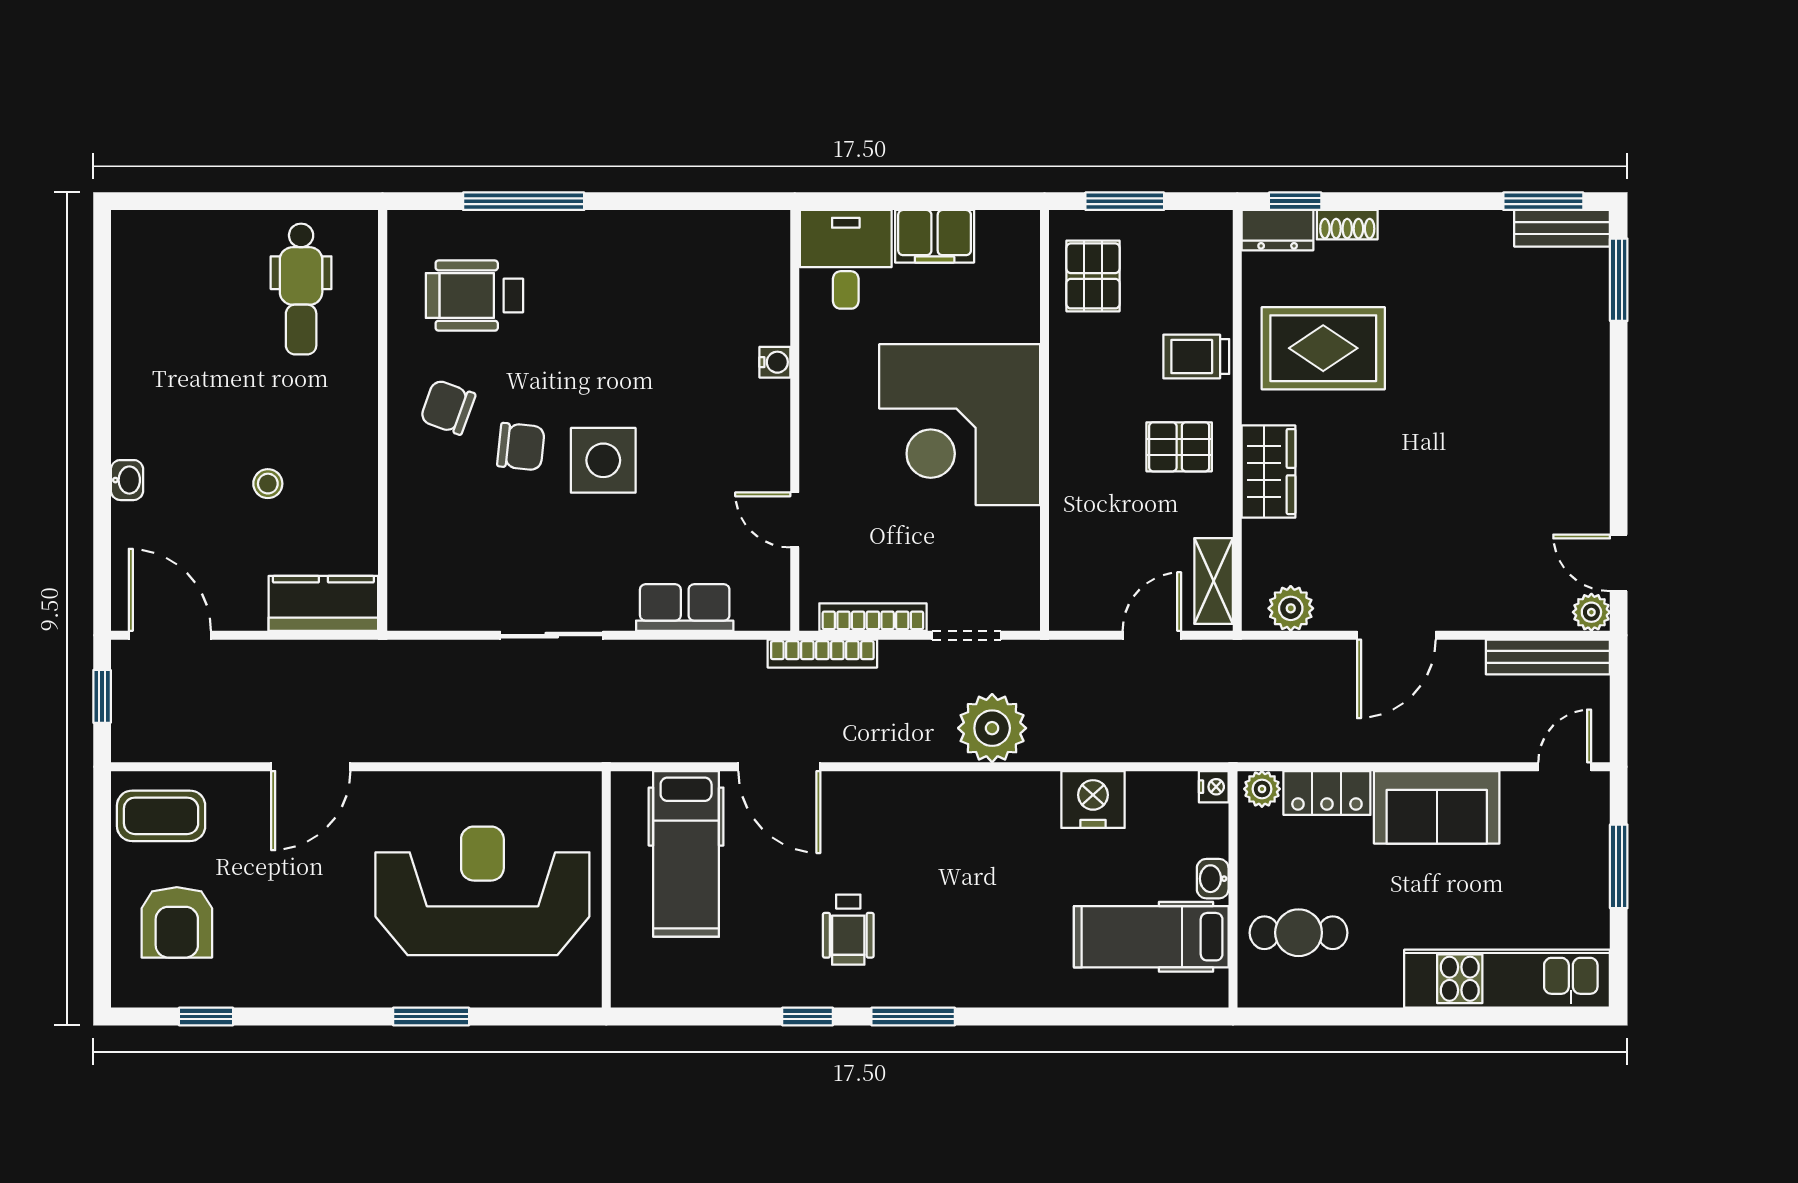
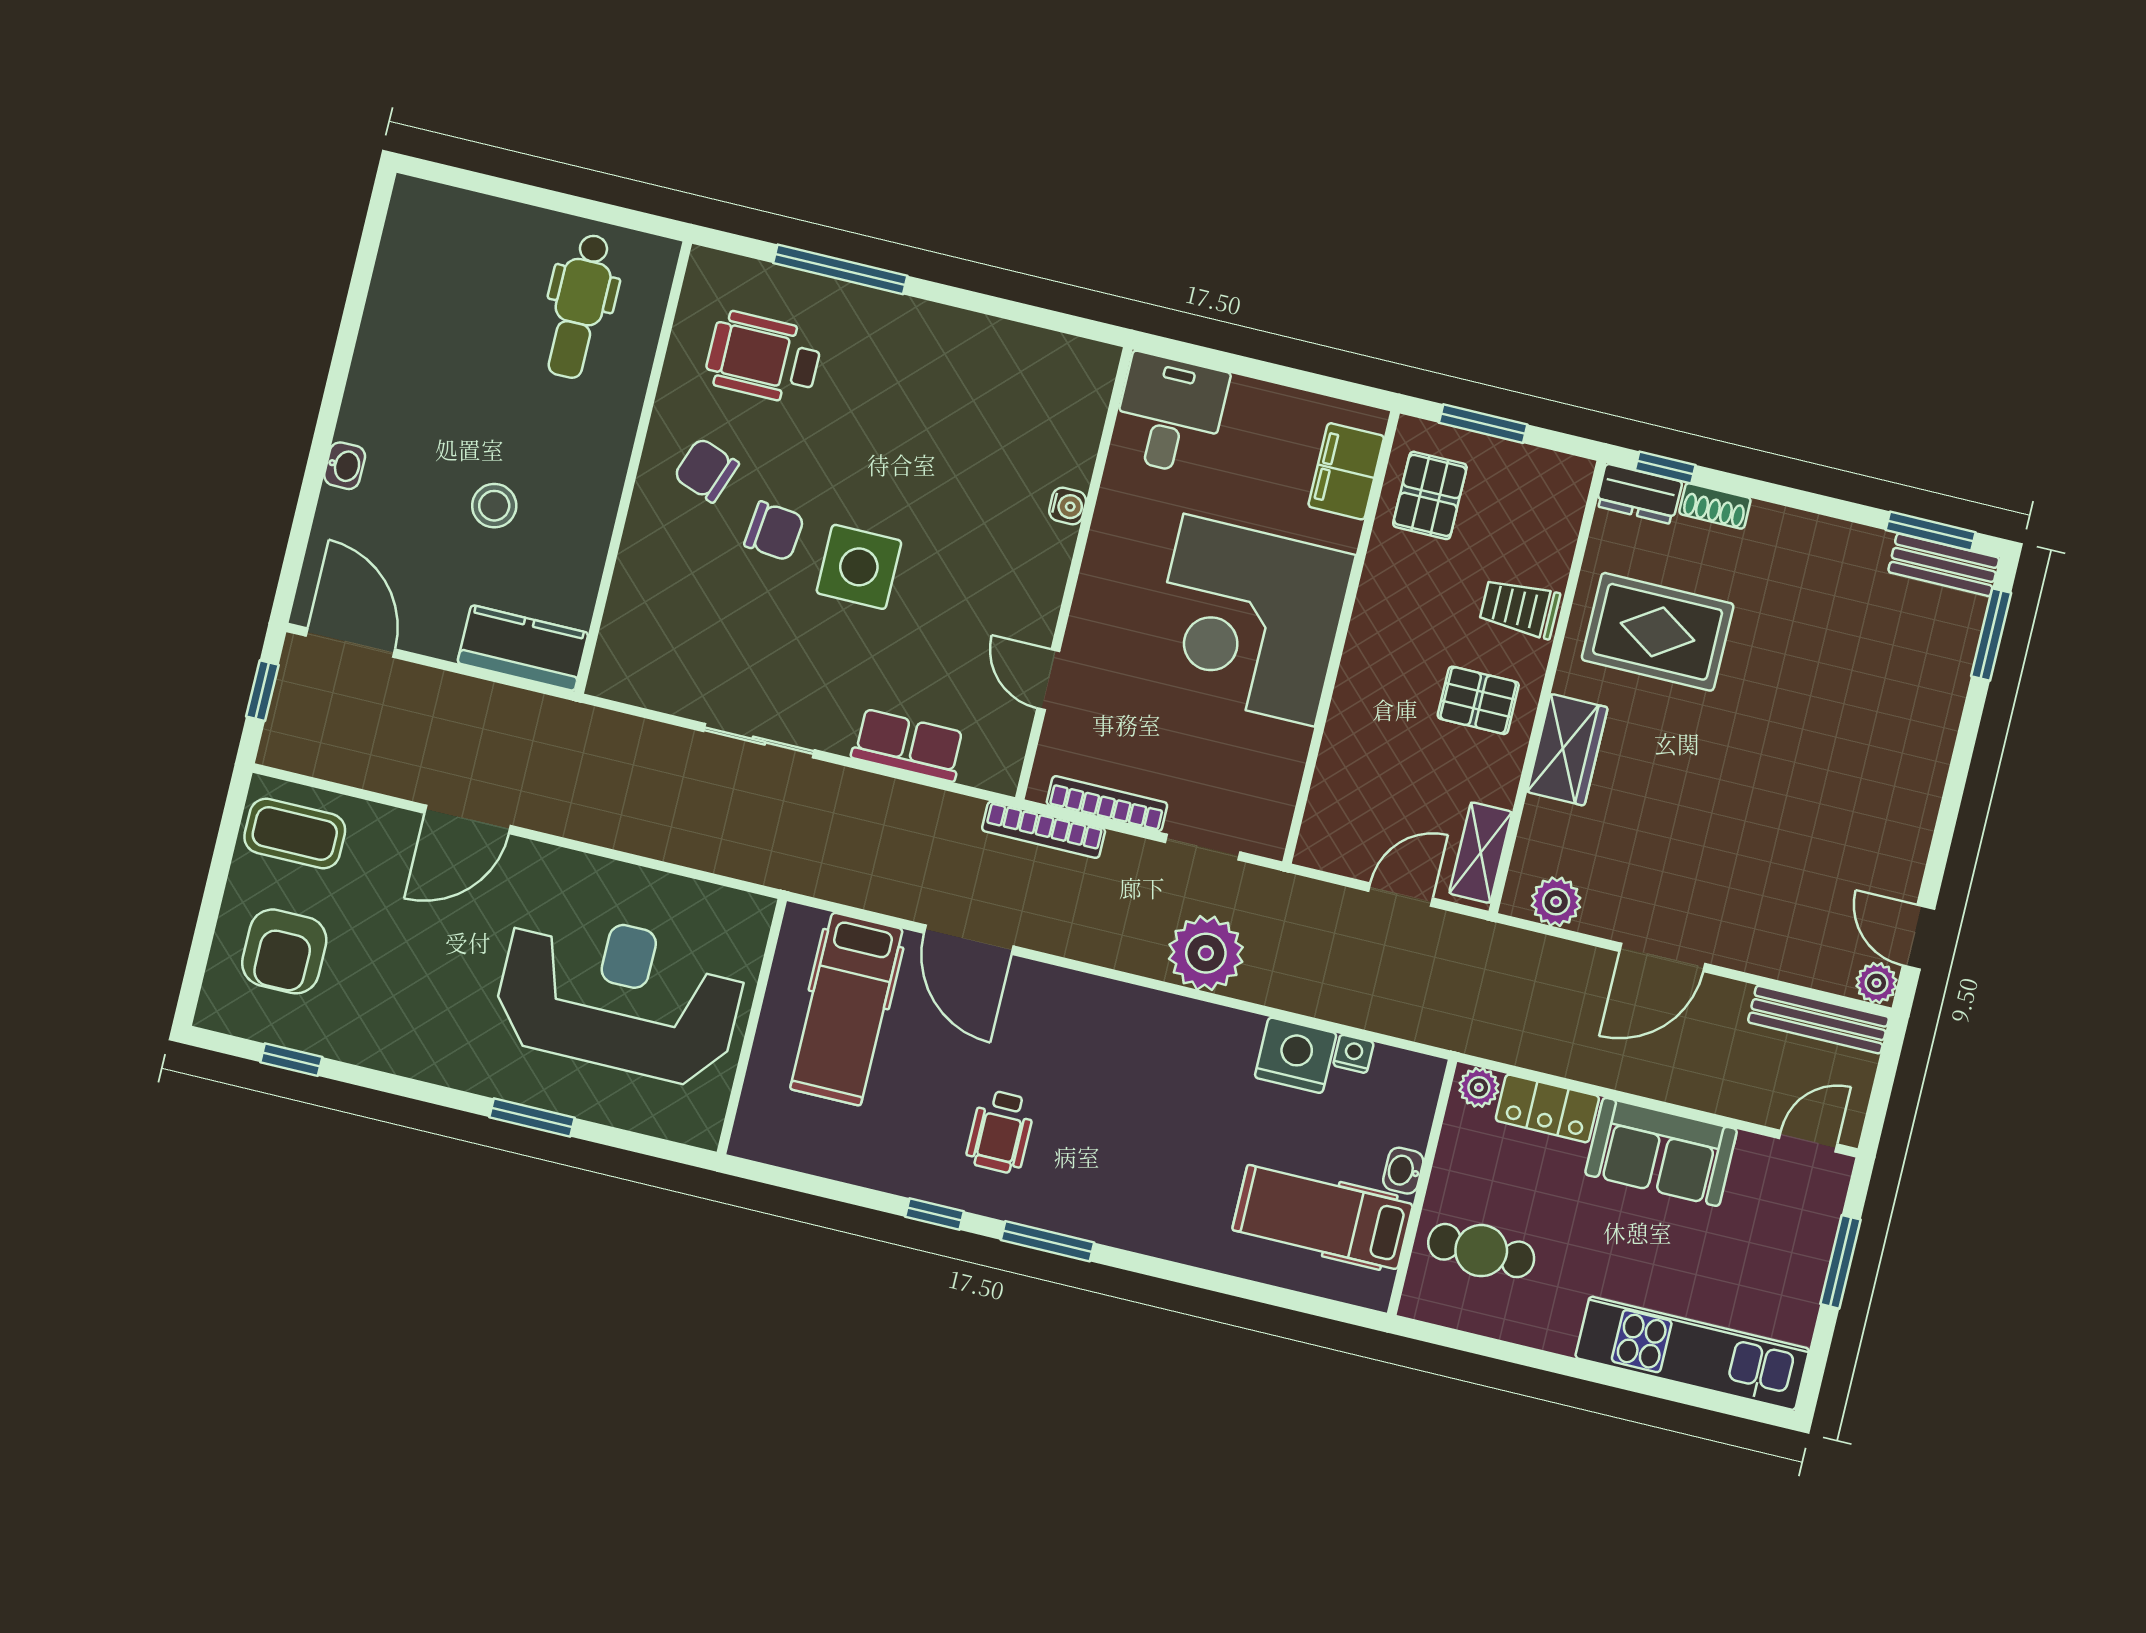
filing cabinet: (935, 236) -> (1346, 471), moved, turned 90
stool: (268, 484) -> (494, 506), width x1.37, depth x1.37
nightstand: (1214, 787) -> (1353, 1054), moved, turned -90

